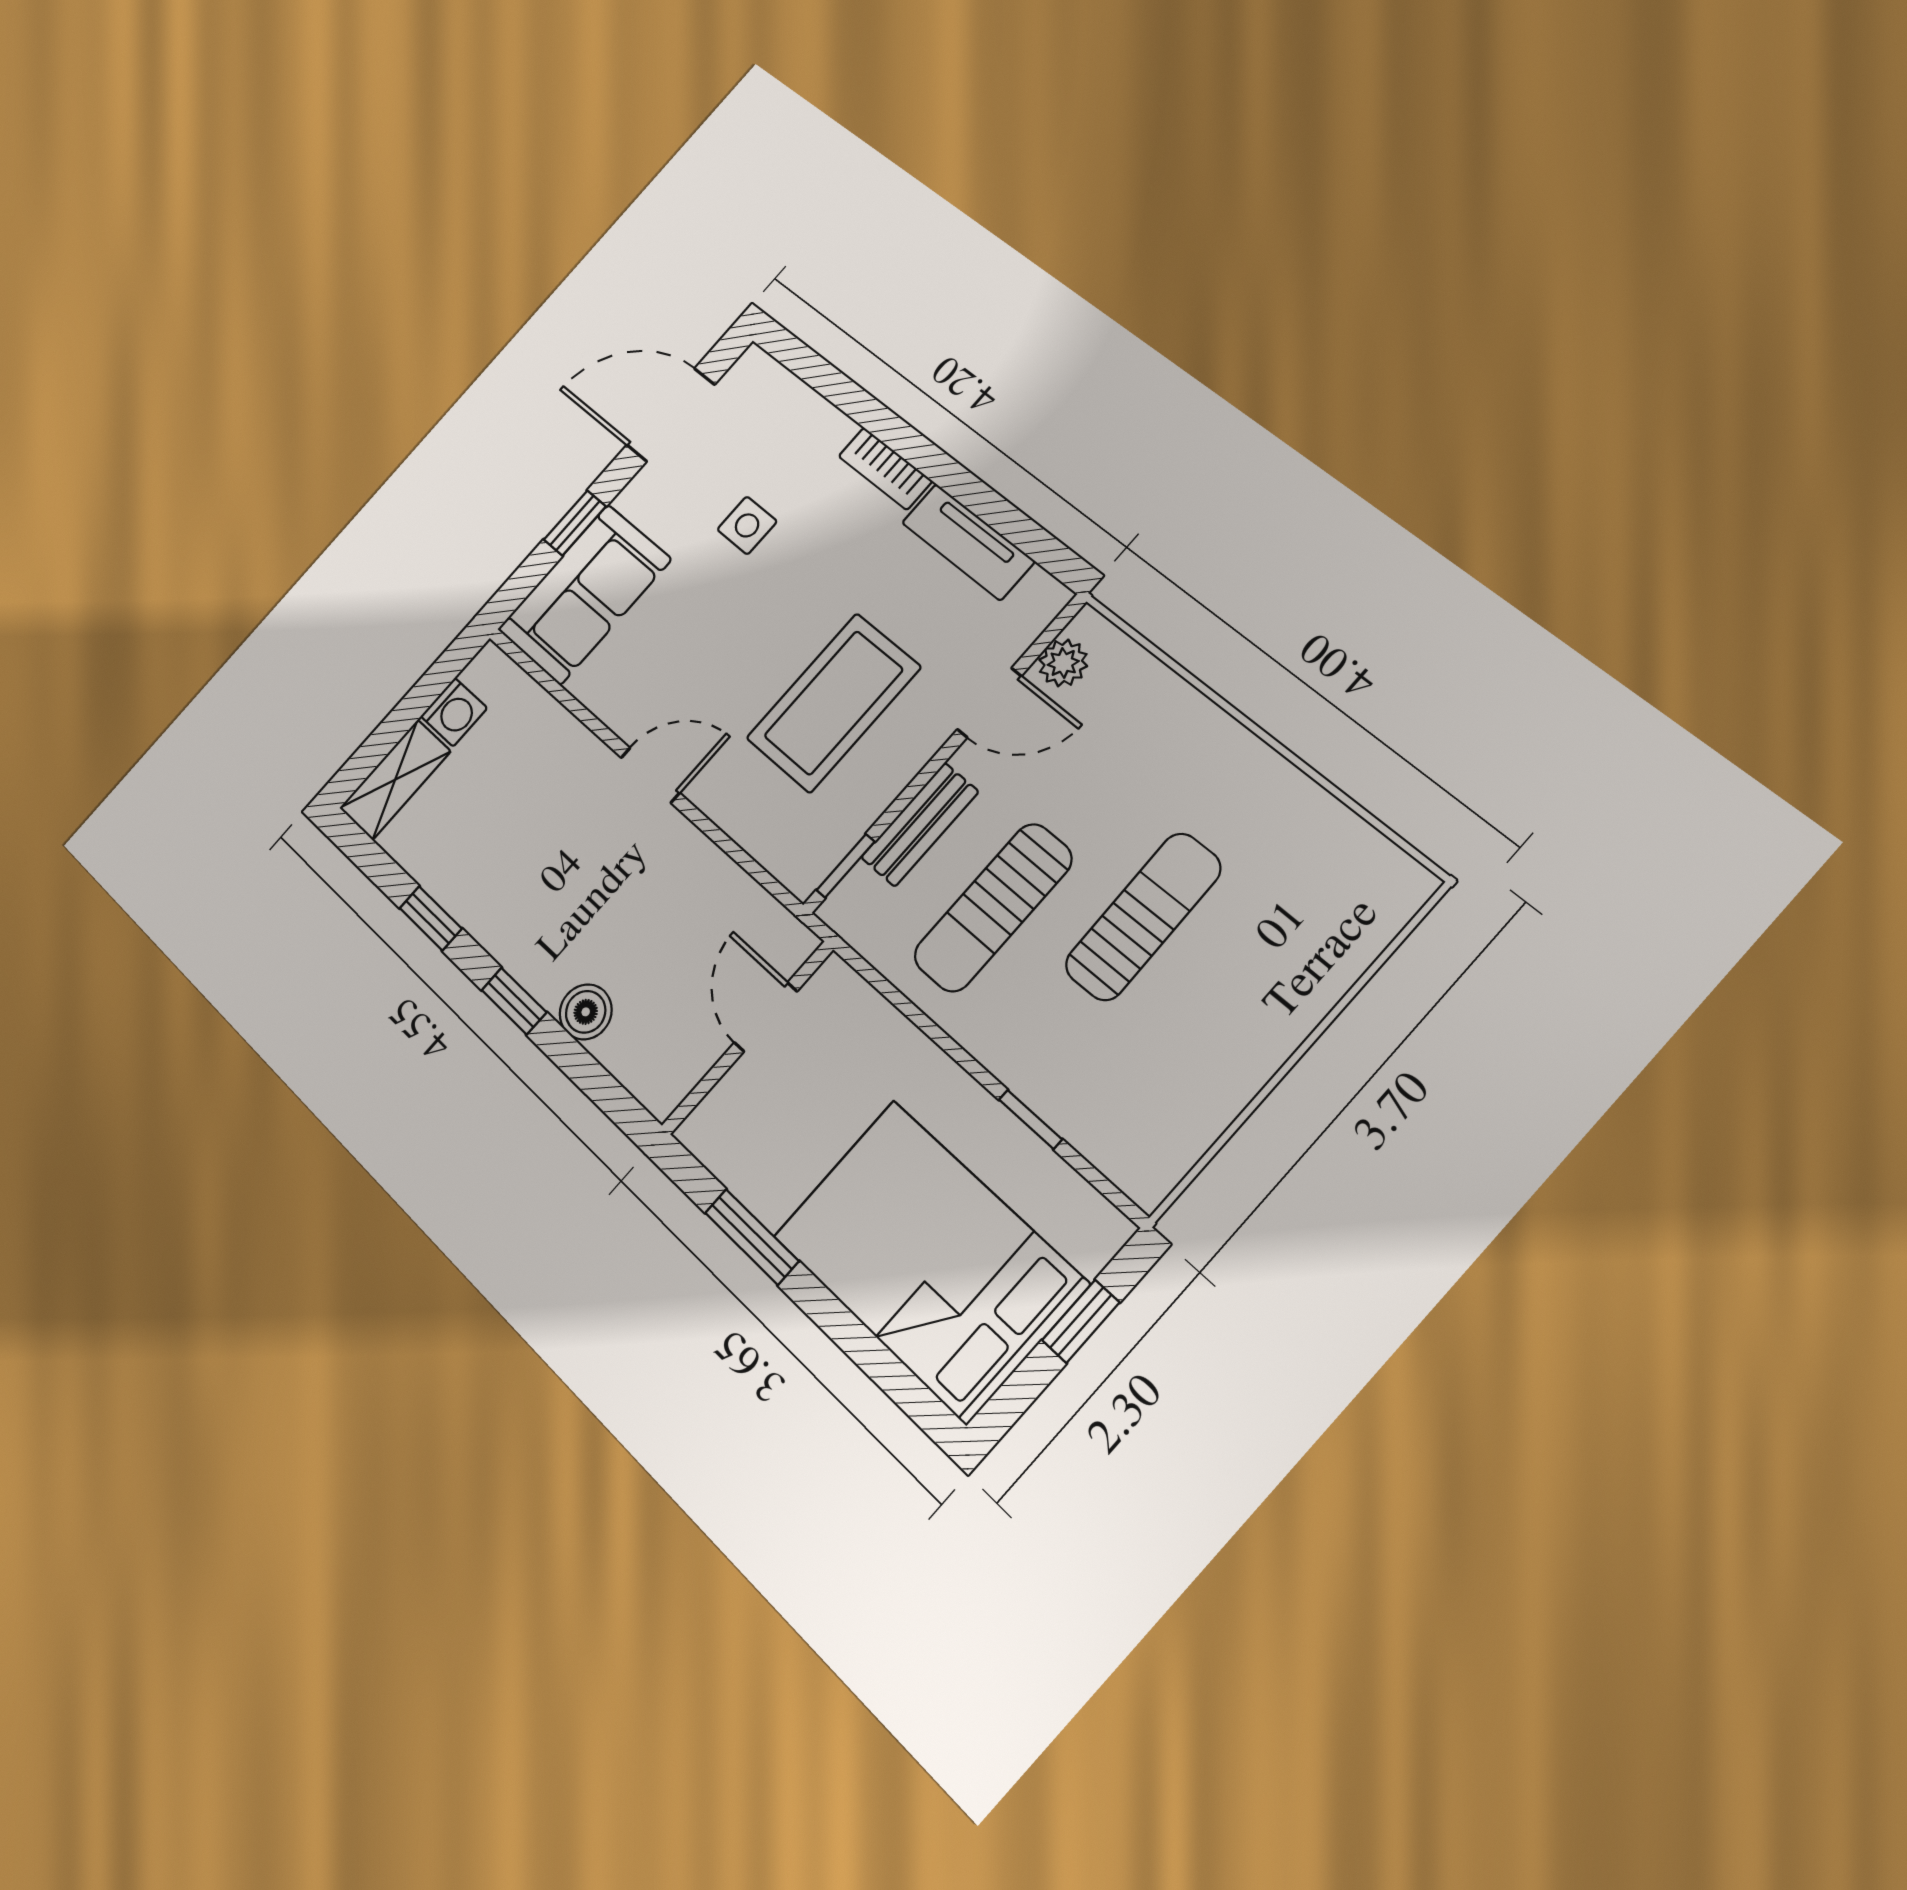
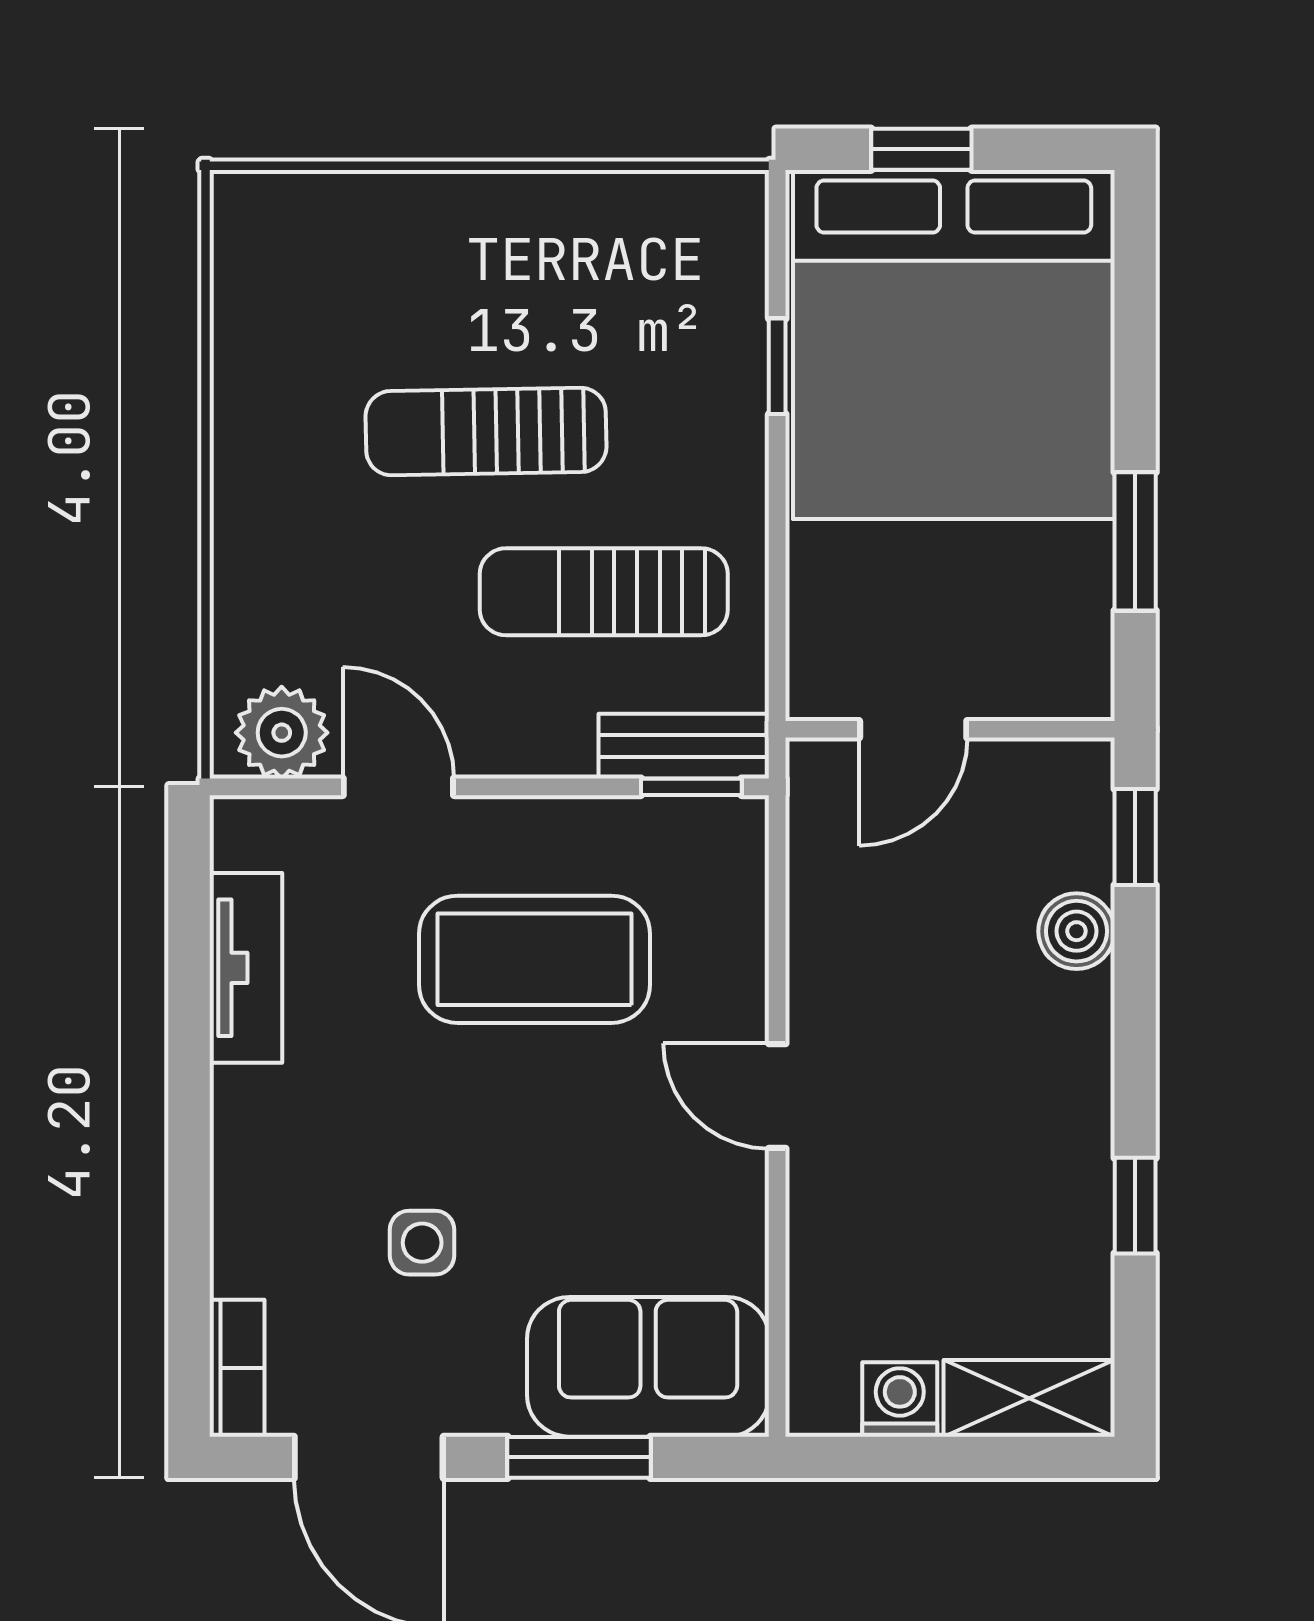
bookcase: (885, 469) -> (237, 1368), moved
window: (575, 523) -> (579, 1457), width x1.50
plant: (1063, 663) -> (282, 733), width x1.38, depth x1.38
bench: (920, 825) -> (684, 746), moved
sun lounger: (993, 908) -> (604, 592), turned 180
window: (514, 1001) -> (1135, 837), moved
bed: (929, 1260) -> (954, 344), width x1.36

